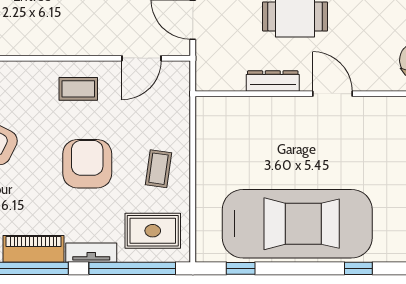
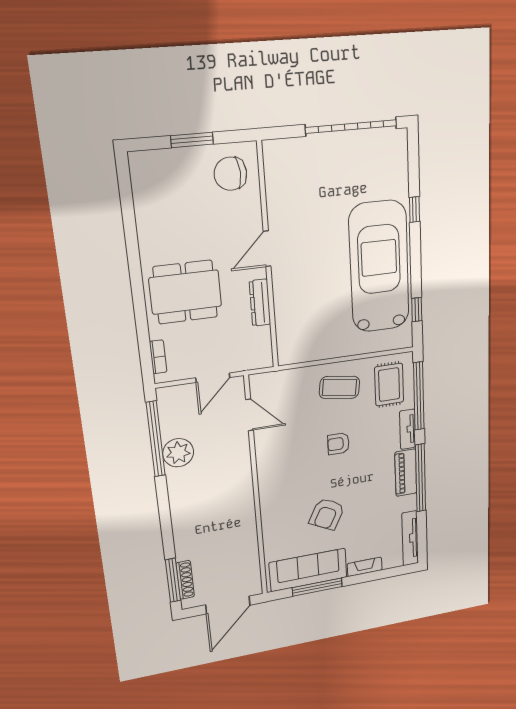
coffee table: (78, 89) -> (279, 460), removed
armchair: (87, 164) -> (338, 444), width x0.53, depth x0.53
coffee table: (158, 169) -> (339, 387), width x1.36, depth x1.30

